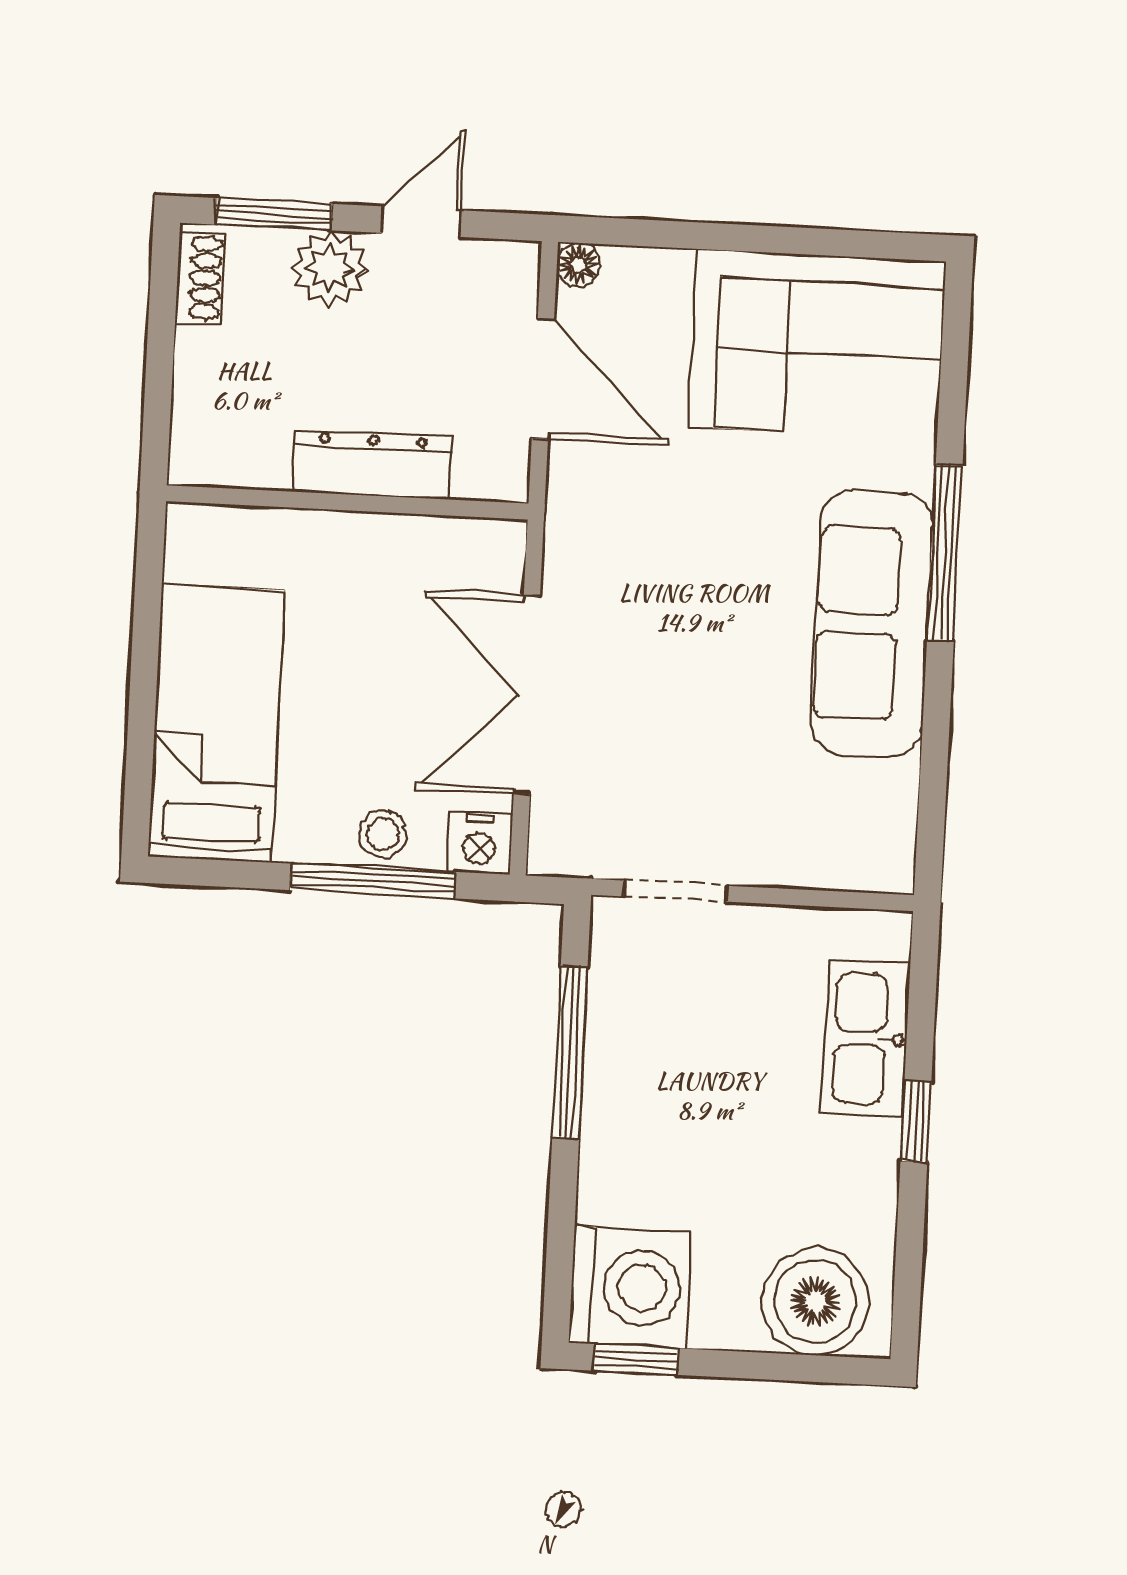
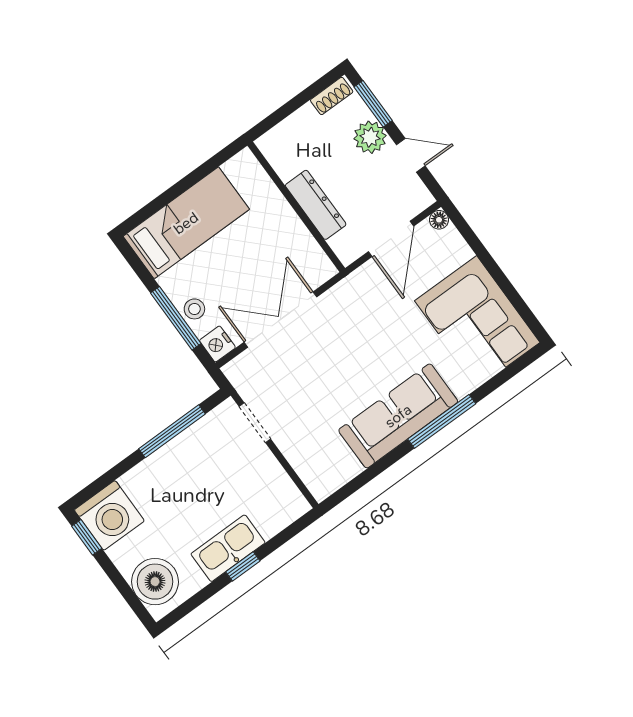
kitchen sink: (866, 1039) -> (228, 548), moved

